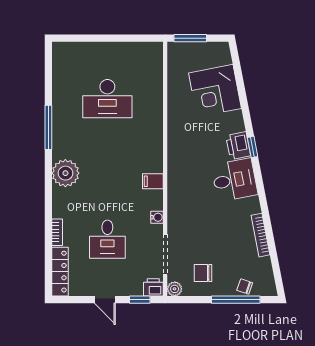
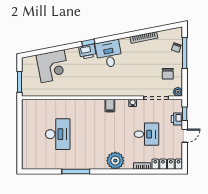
plant: (65, 173) -> (115, 161), moved
printer: (153, 287) -> (177, 119), moved

